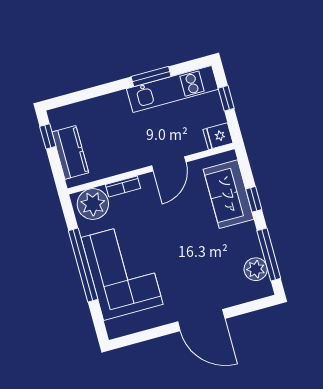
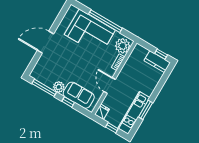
kitchen counter: (70, 152) -> (157, 62), moved
plant: (256, 269) -> (59, 87), moved

